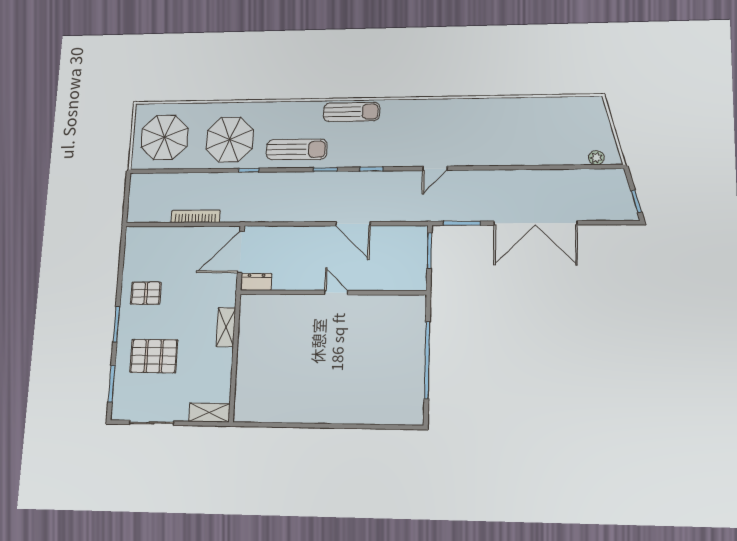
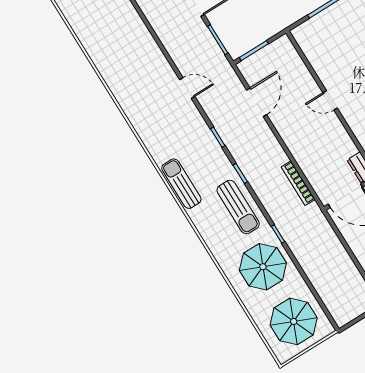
sun lounger: (297, 149) -> (238, 207), turned 180
bookcase: (196, 216) -> (298, 183), moved
door: (353, 224) -> (257, 102), moved
door: (336, 293) -> (330, 100), hinge flipped

